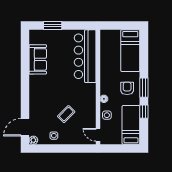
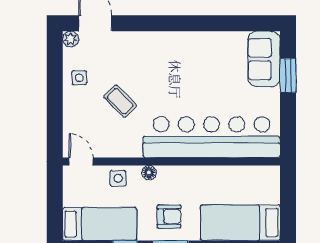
bar counter: (85, 56) -> (212, 137), width x1.36
sofa: (38, 59) -> (264, 59), moved, turned 90
door: (98, 135) -> (81, 162), hinge flipped

